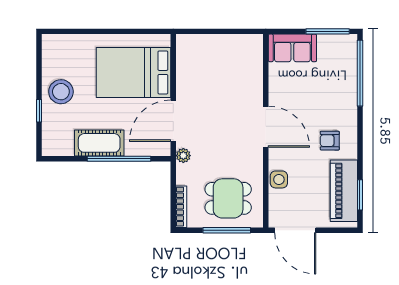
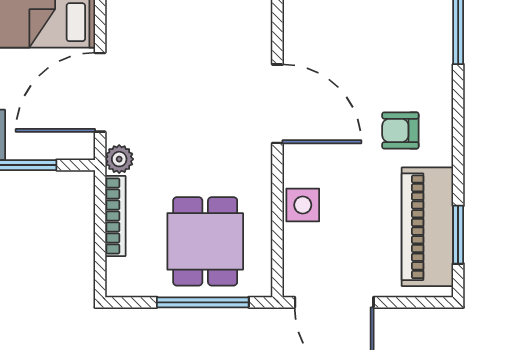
dining table: (228, 198) -> (205, 241), turned 90
bookcase: (181, 207) -> (115, 216), moved

